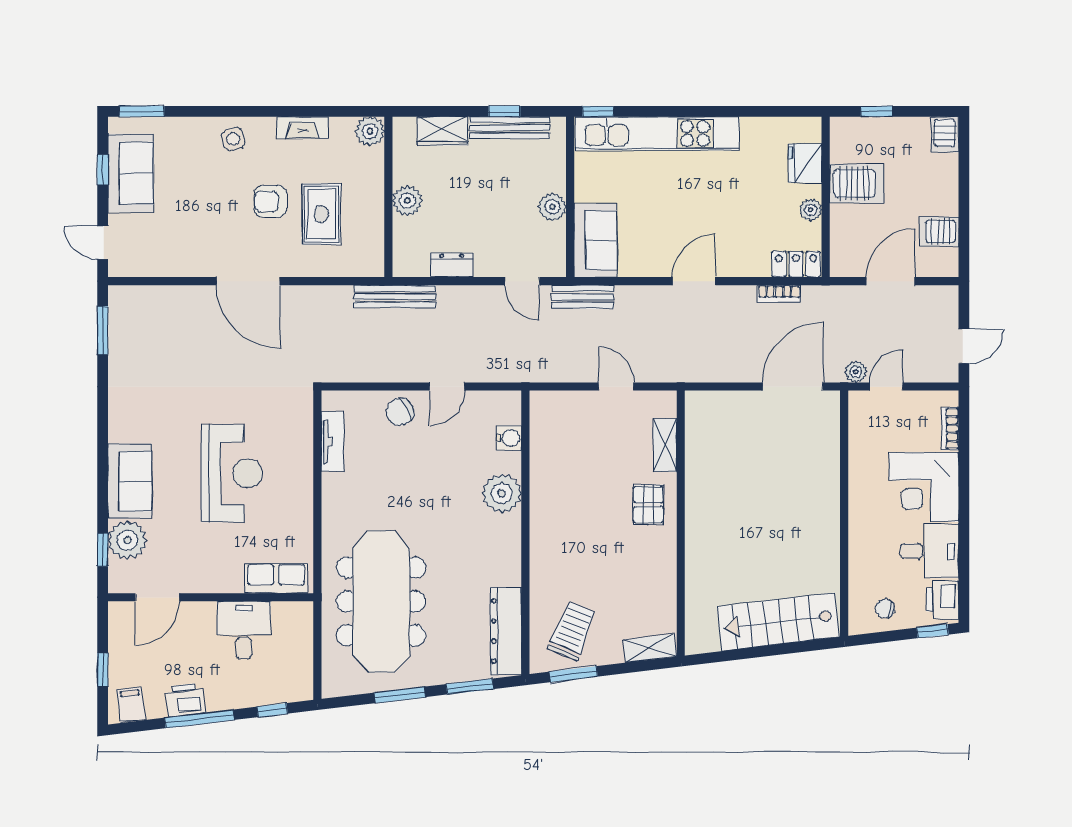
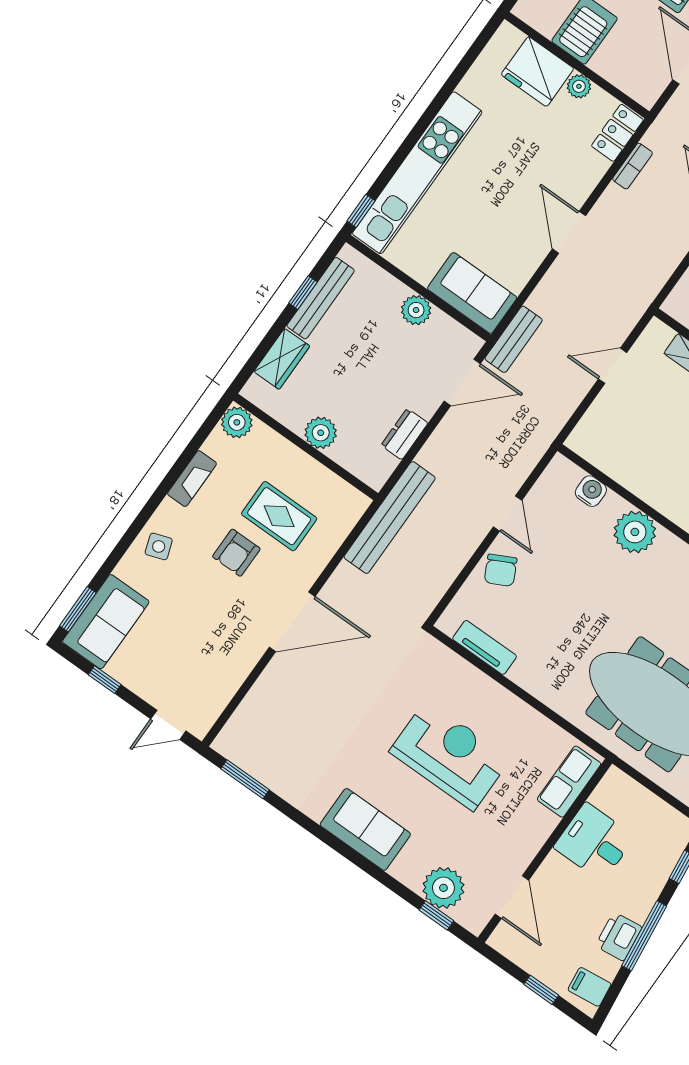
fridge: (805, 163) -> (537, 72), width x1.36, depth x1.34
sofa: (131, 173) -> (106, 622), moved, turned 90
door: (522, 281) -> (462, 382), width x1.38
bench: (395, 297) -> (390, 518), width x1.37, depth x1.21
sofa: (130, 481) -> (365, 829), moved

